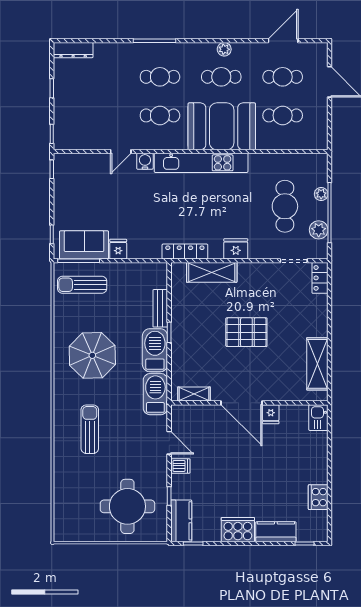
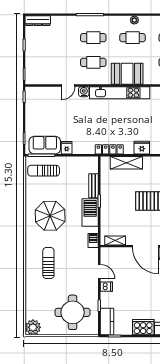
booth: (222, 126) -> (127, 74), width x0.73, depth x0.70
barbecue: (155, 394) -> (93, 241), width x0.53, depth x0.65
plant: (65, 530) -> (33, 327), added

